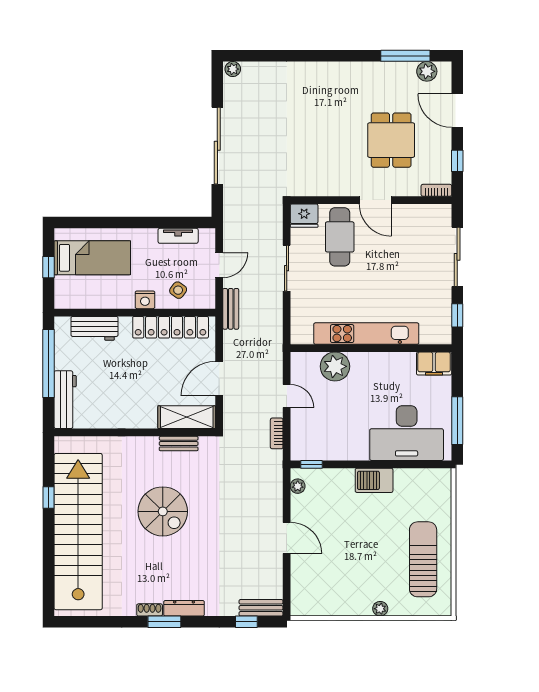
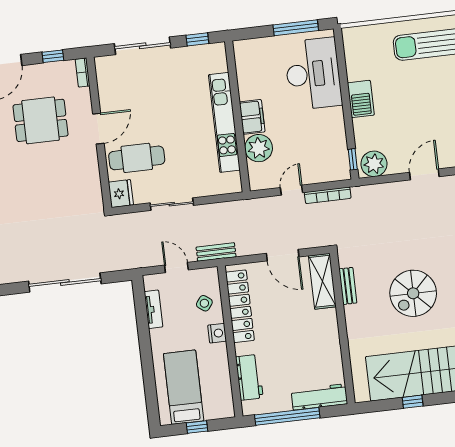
filing cabinet: (434, 364) -> (252, 117), moved
bookcase: (277, 433) -> (328, 195), width x1.56
plant: (298, 486) -> (374, 164), width x1.87, depth x1.87
spiral stairs: (163, 511) -> (413, 293), turned 180

